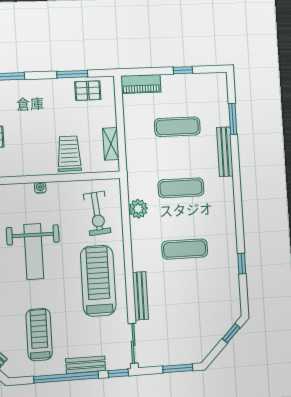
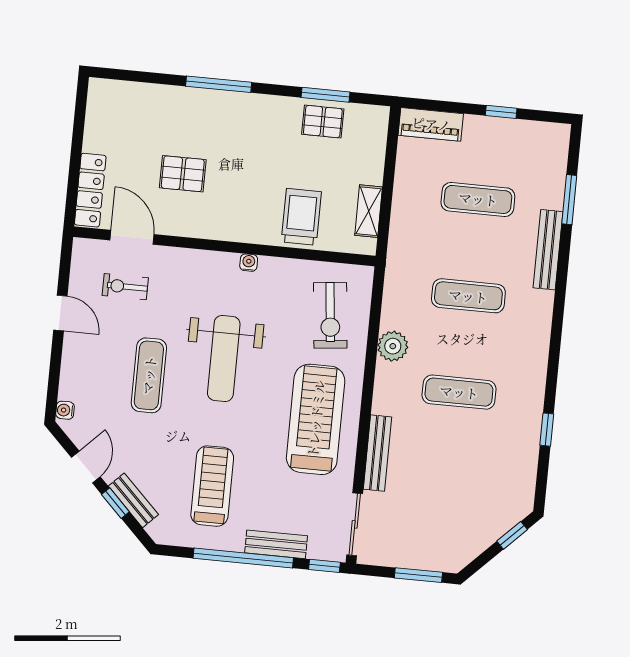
pallet: (88, 91) -> (323, 122), moved
plant: (138, 209) -> (393, 346), moved

